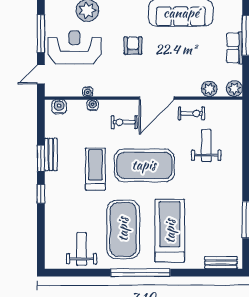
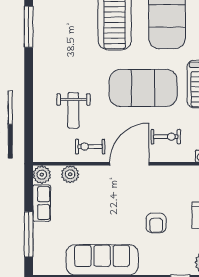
row of seats: (235, 48) -> (42, 203), moved

